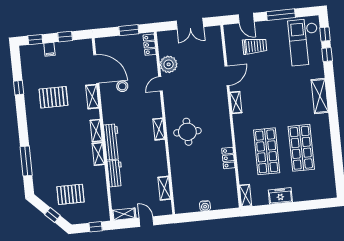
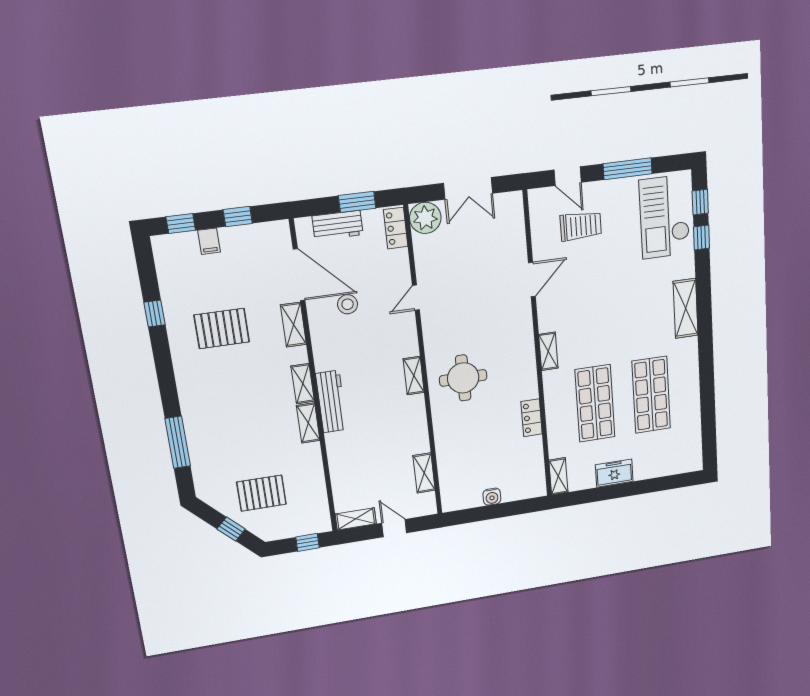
plant: (169, 64) -> (425, 218), moved
shelving: (236, 102) -> (548, 351), moved
workbench: (115, 173) -> (338, 225), moved, turned 90

